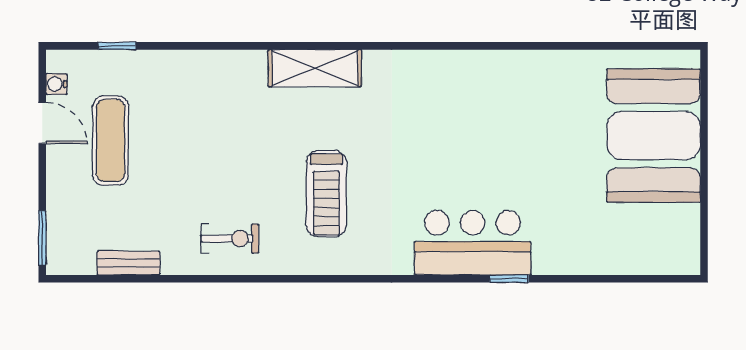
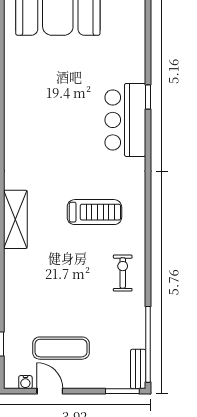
door: (42, 123) -> (50, 391), hinge flipped
bench: (128, 263) -> (138, 369), moved
window: (116, 279) -> (148, 344), added

